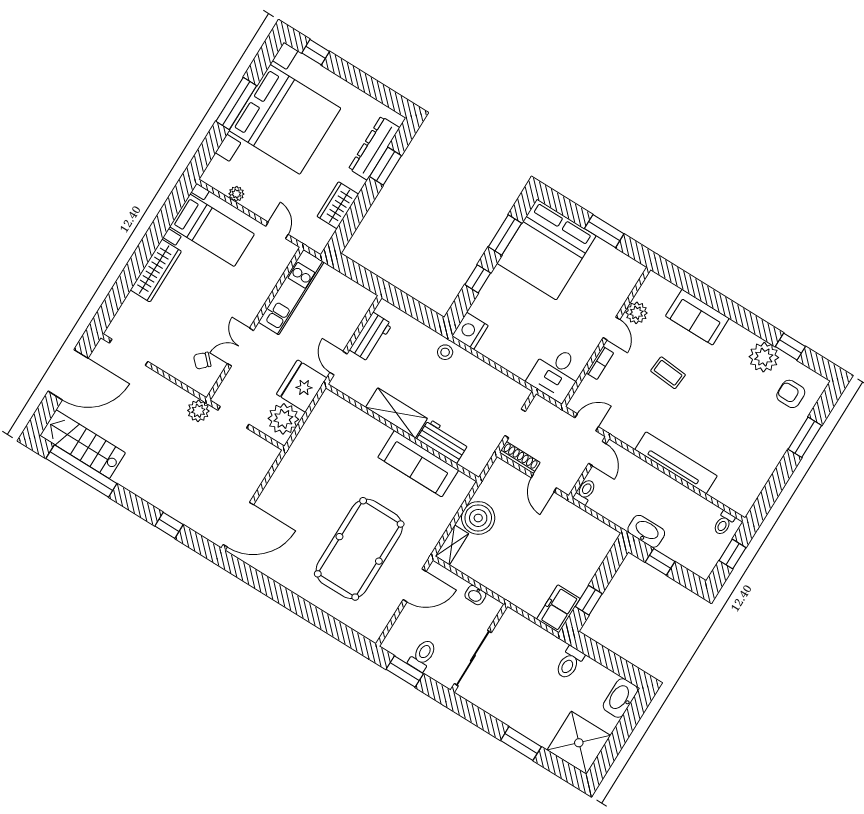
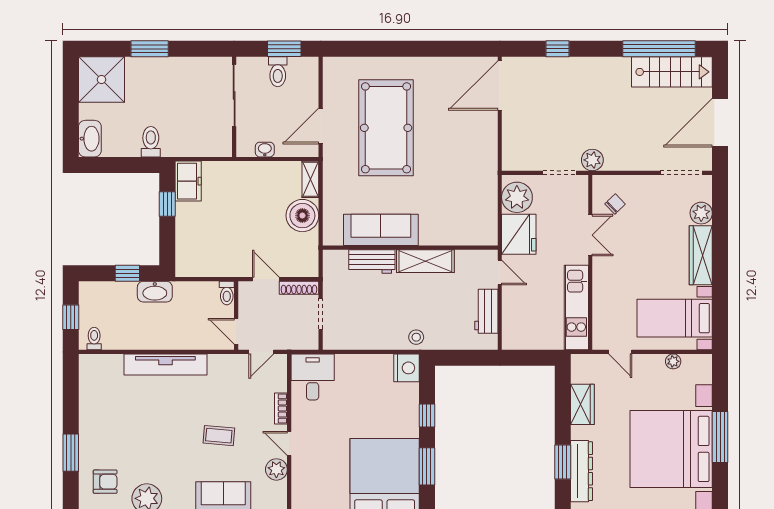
plant: (133, 307) -> (701, 213), added

